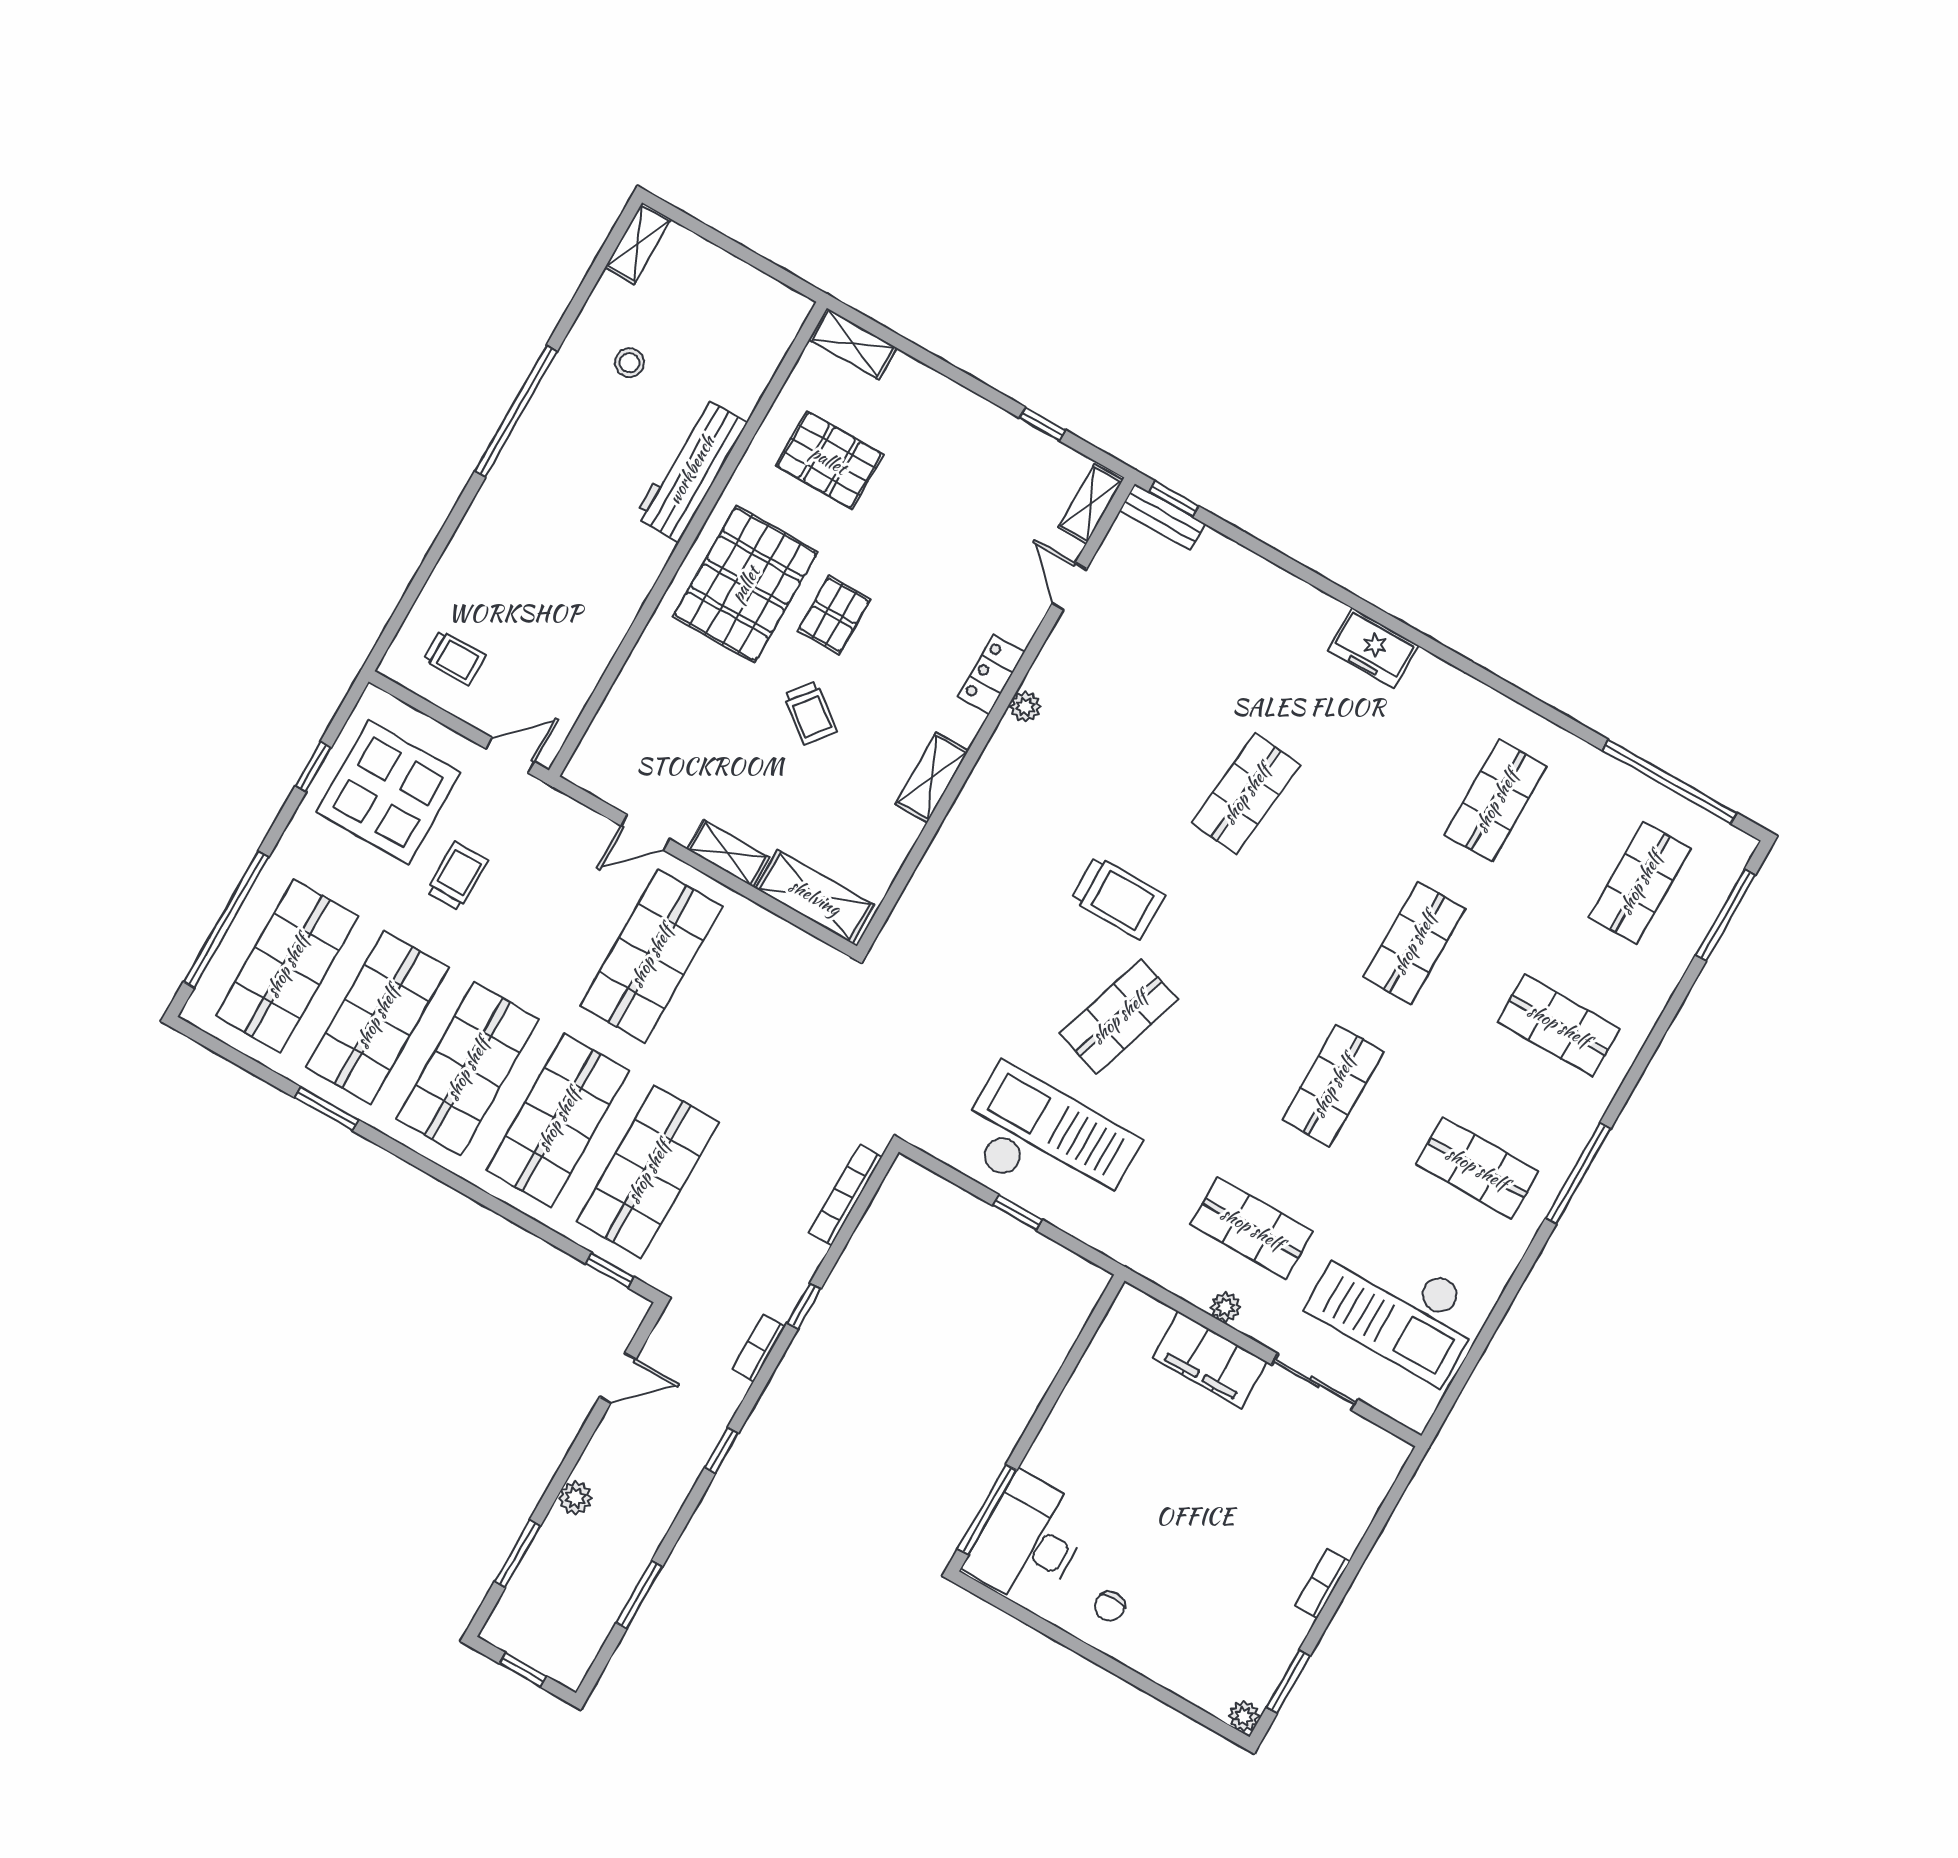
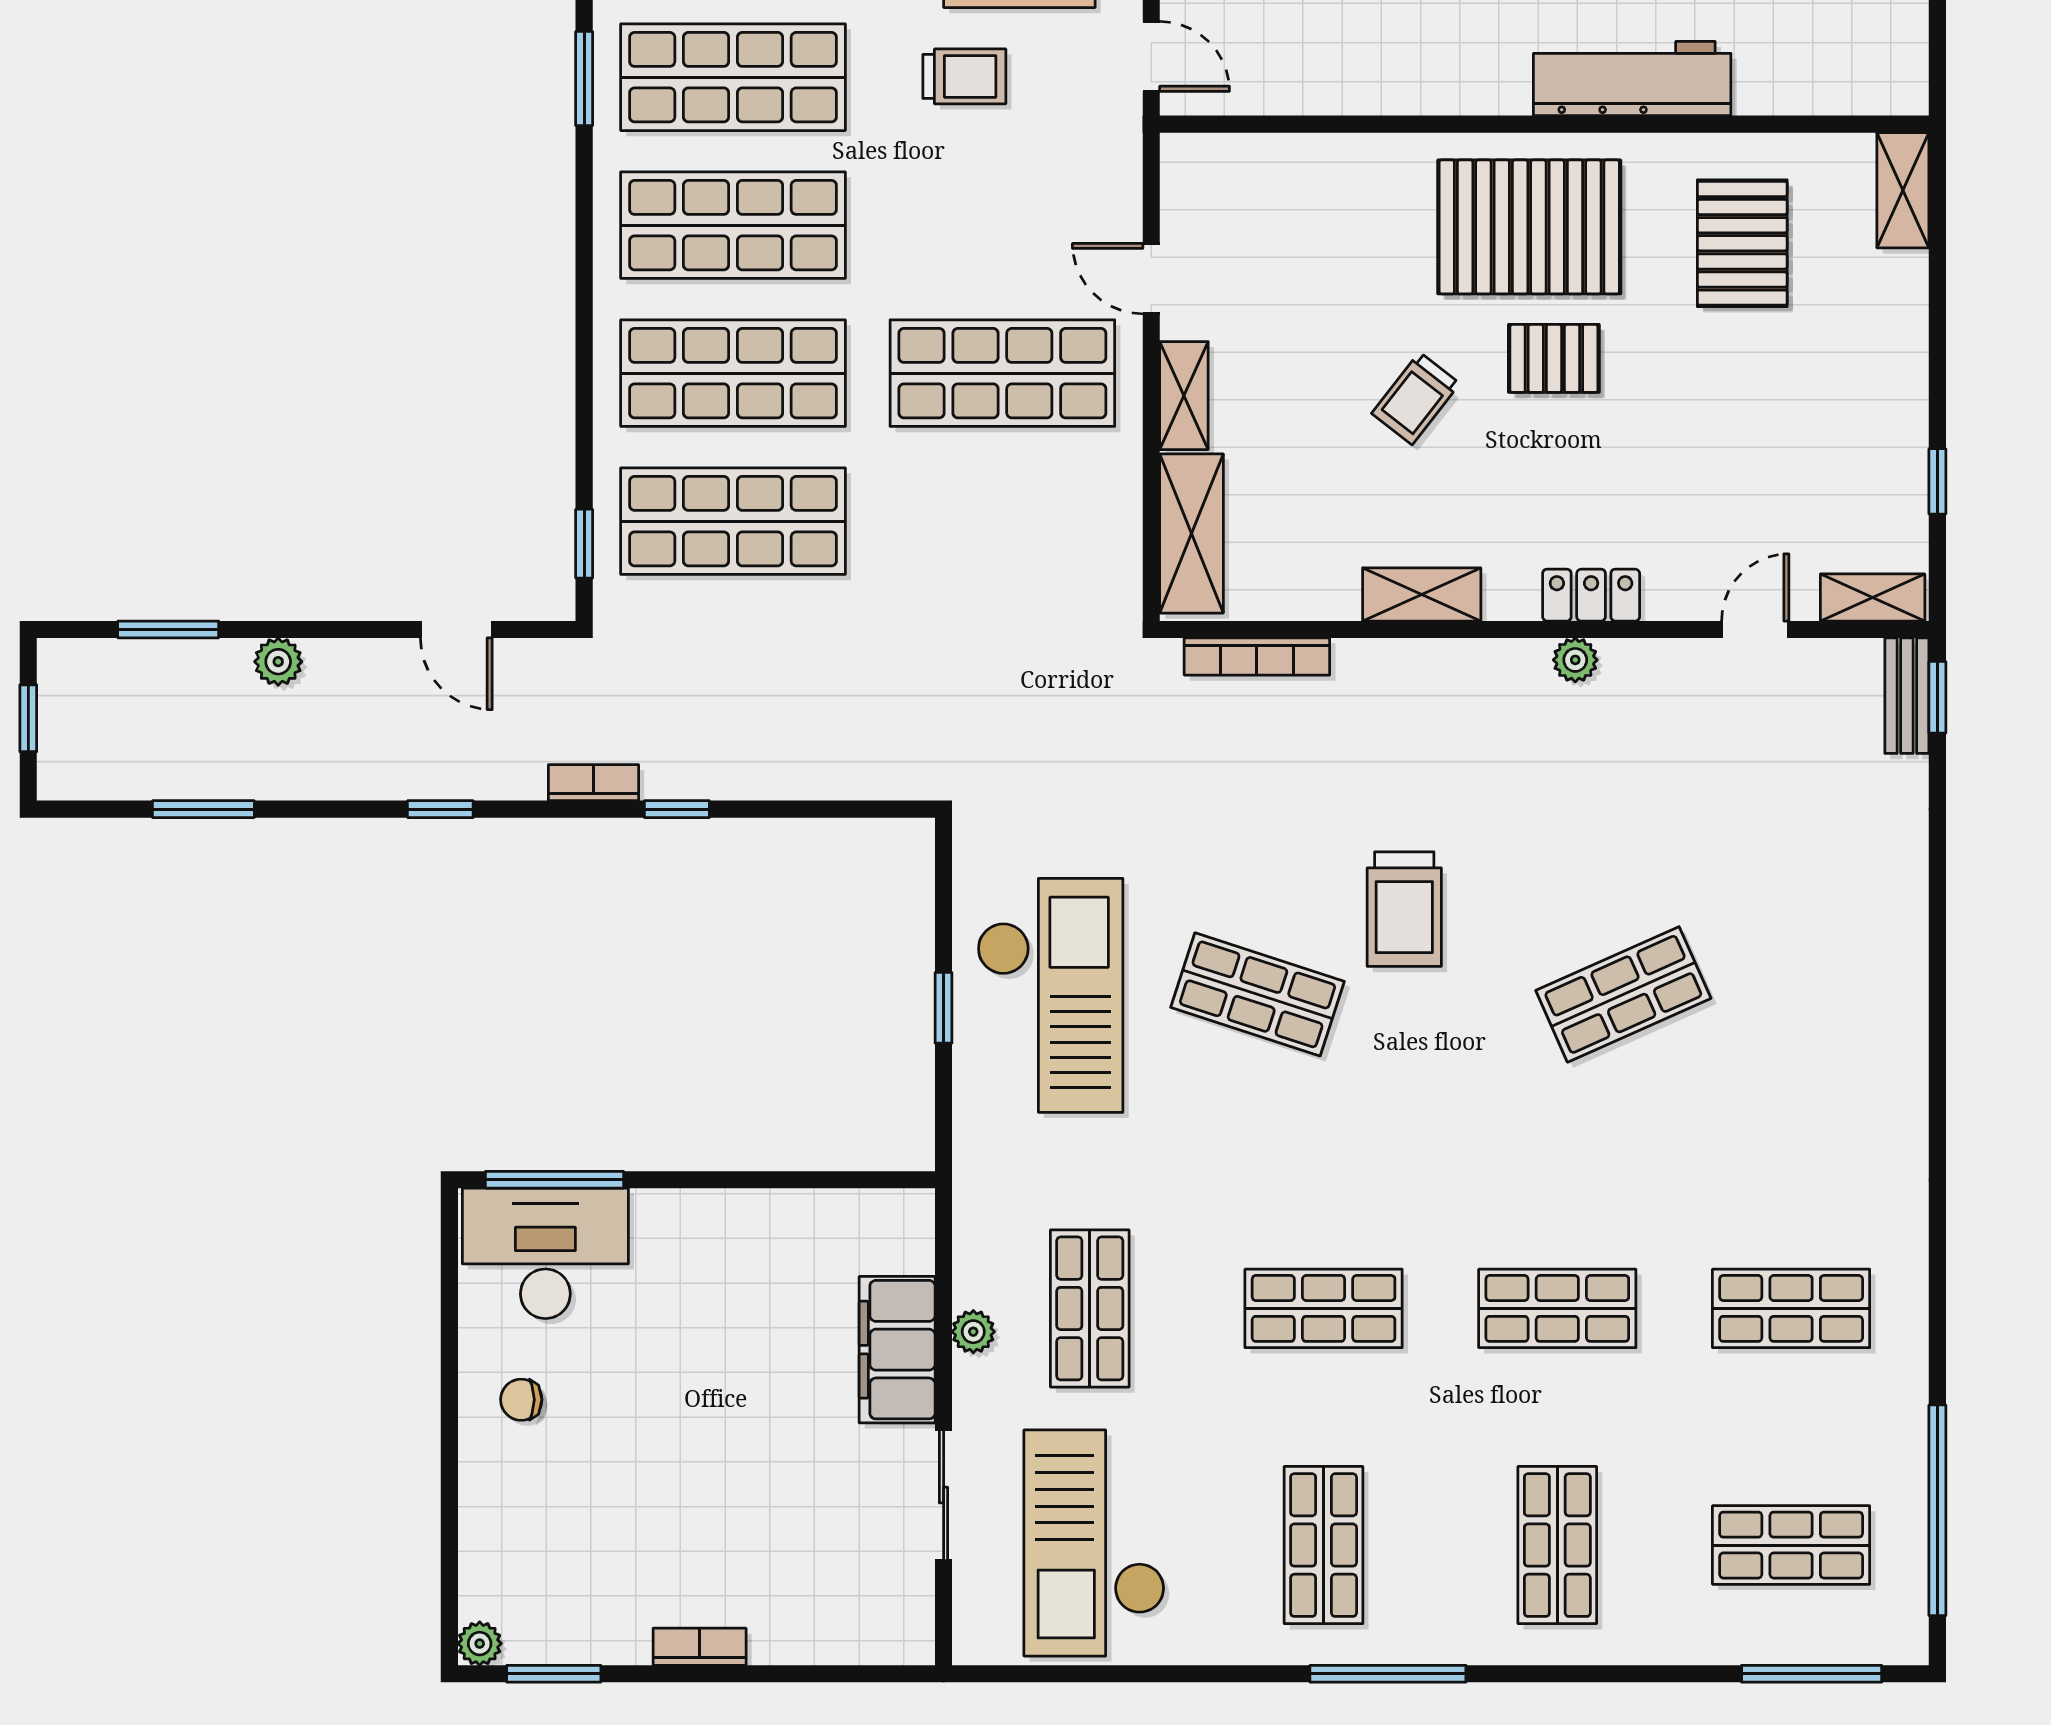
freezer: (1373, 648) -> (1893, 1049), removed
shop shelf: (1246, 794) -> (1623, 994), turned -30
bookcase: (846, 1195) -> (1257, 656), moved, turned 180

